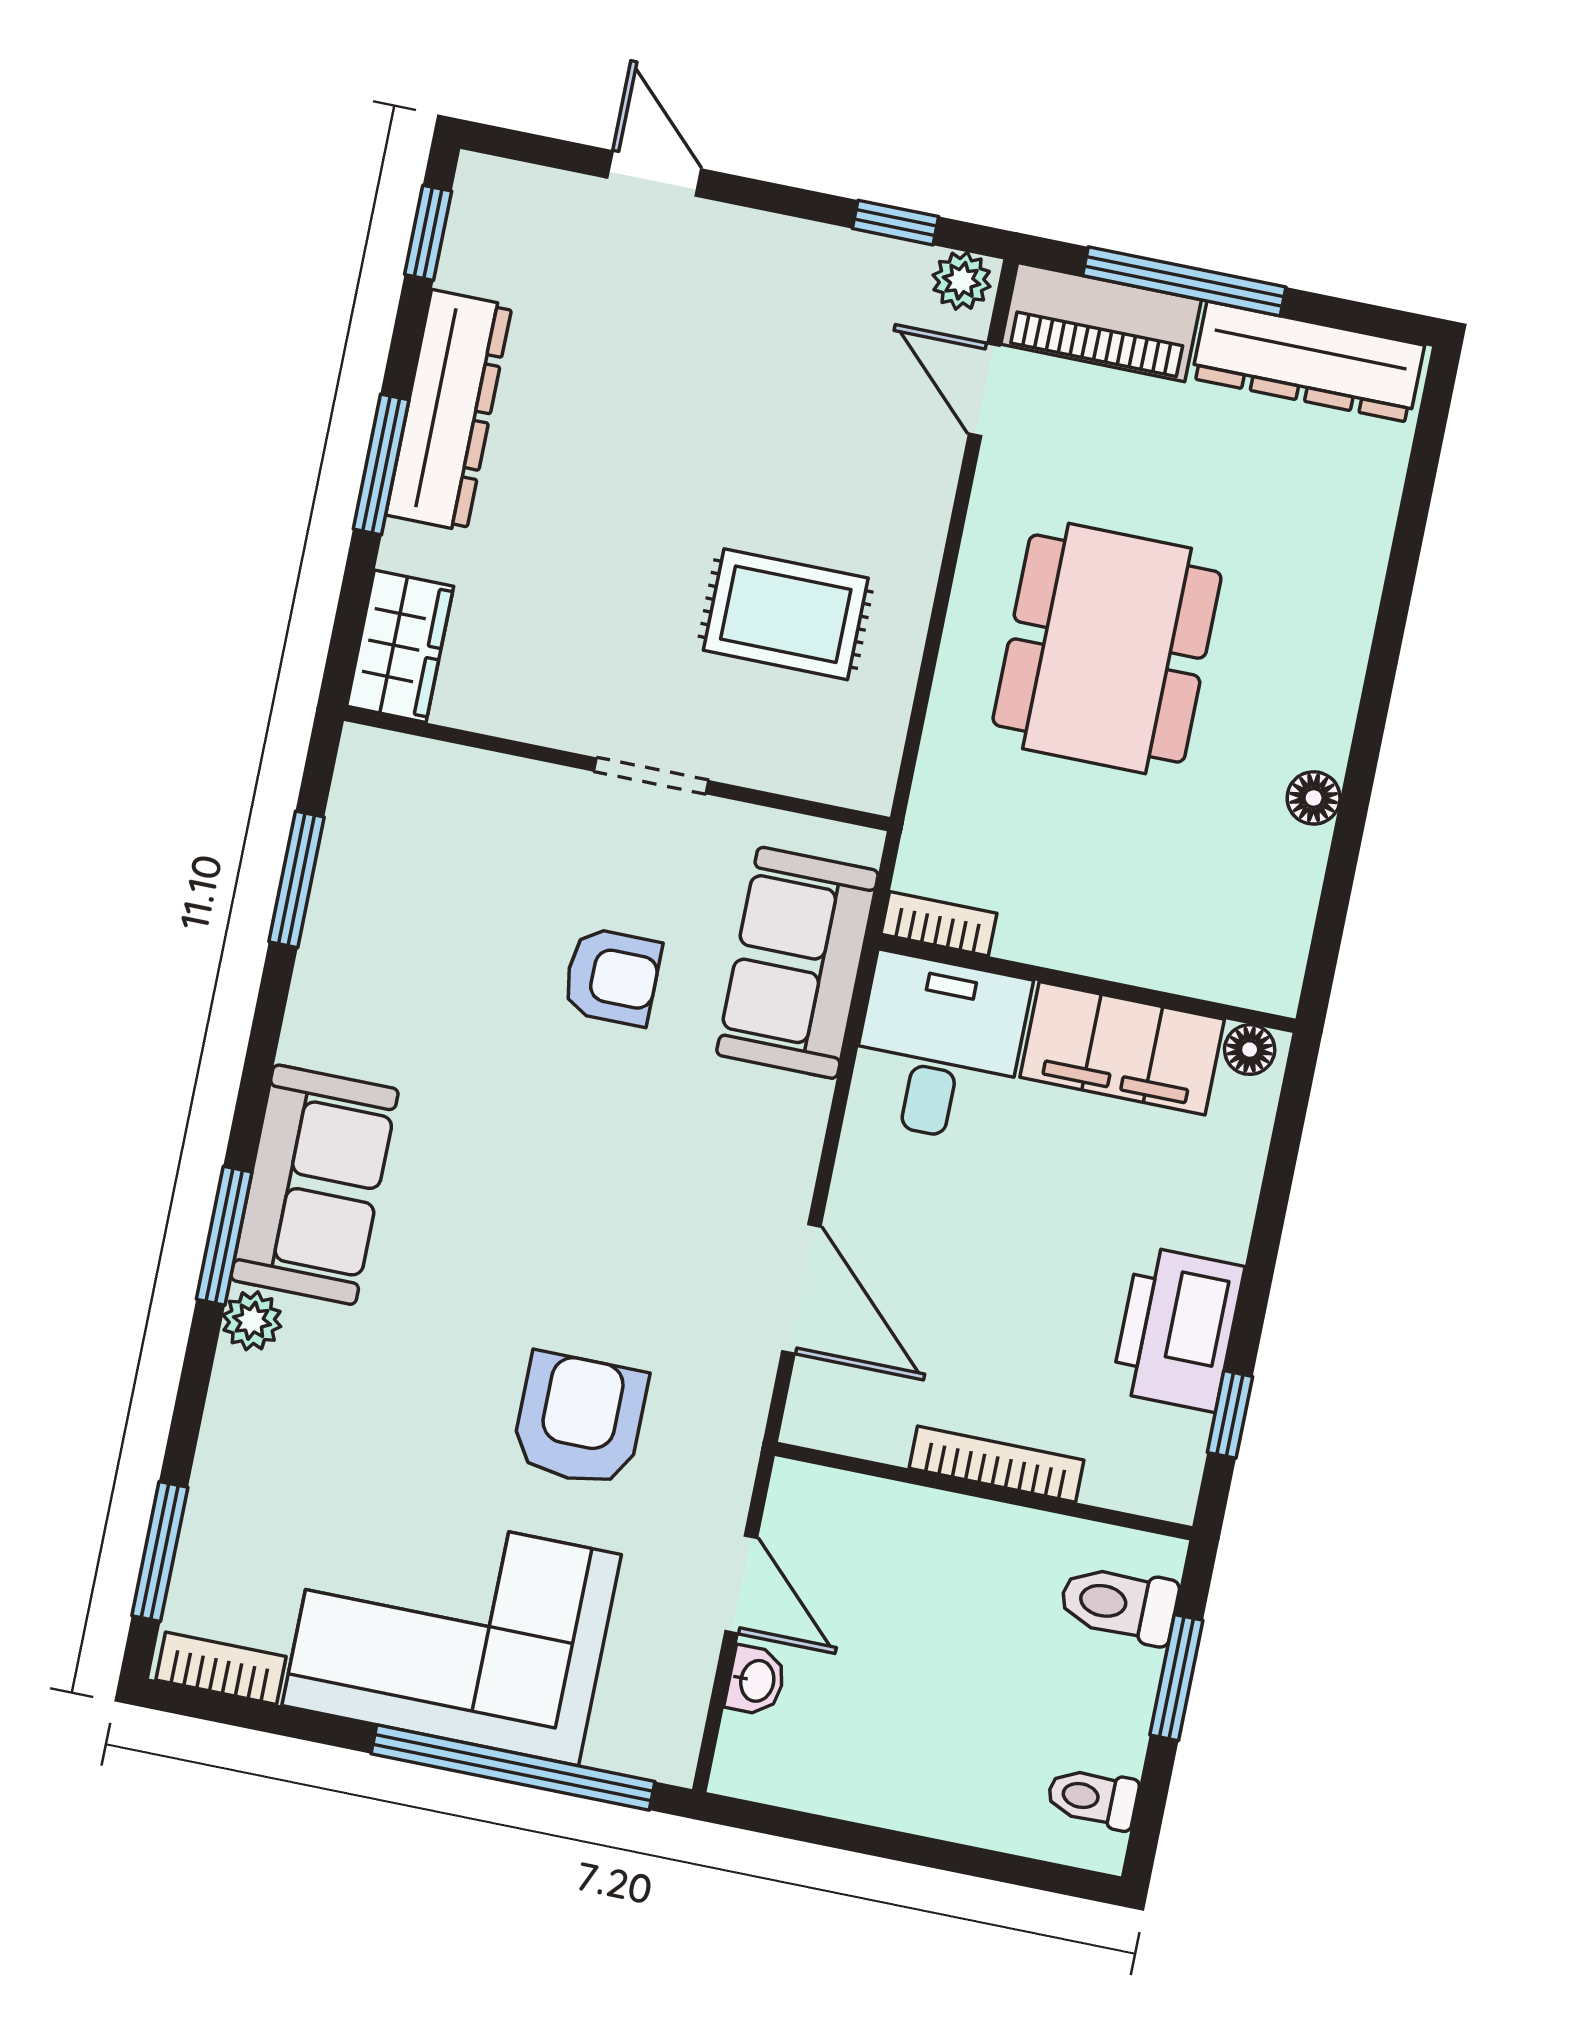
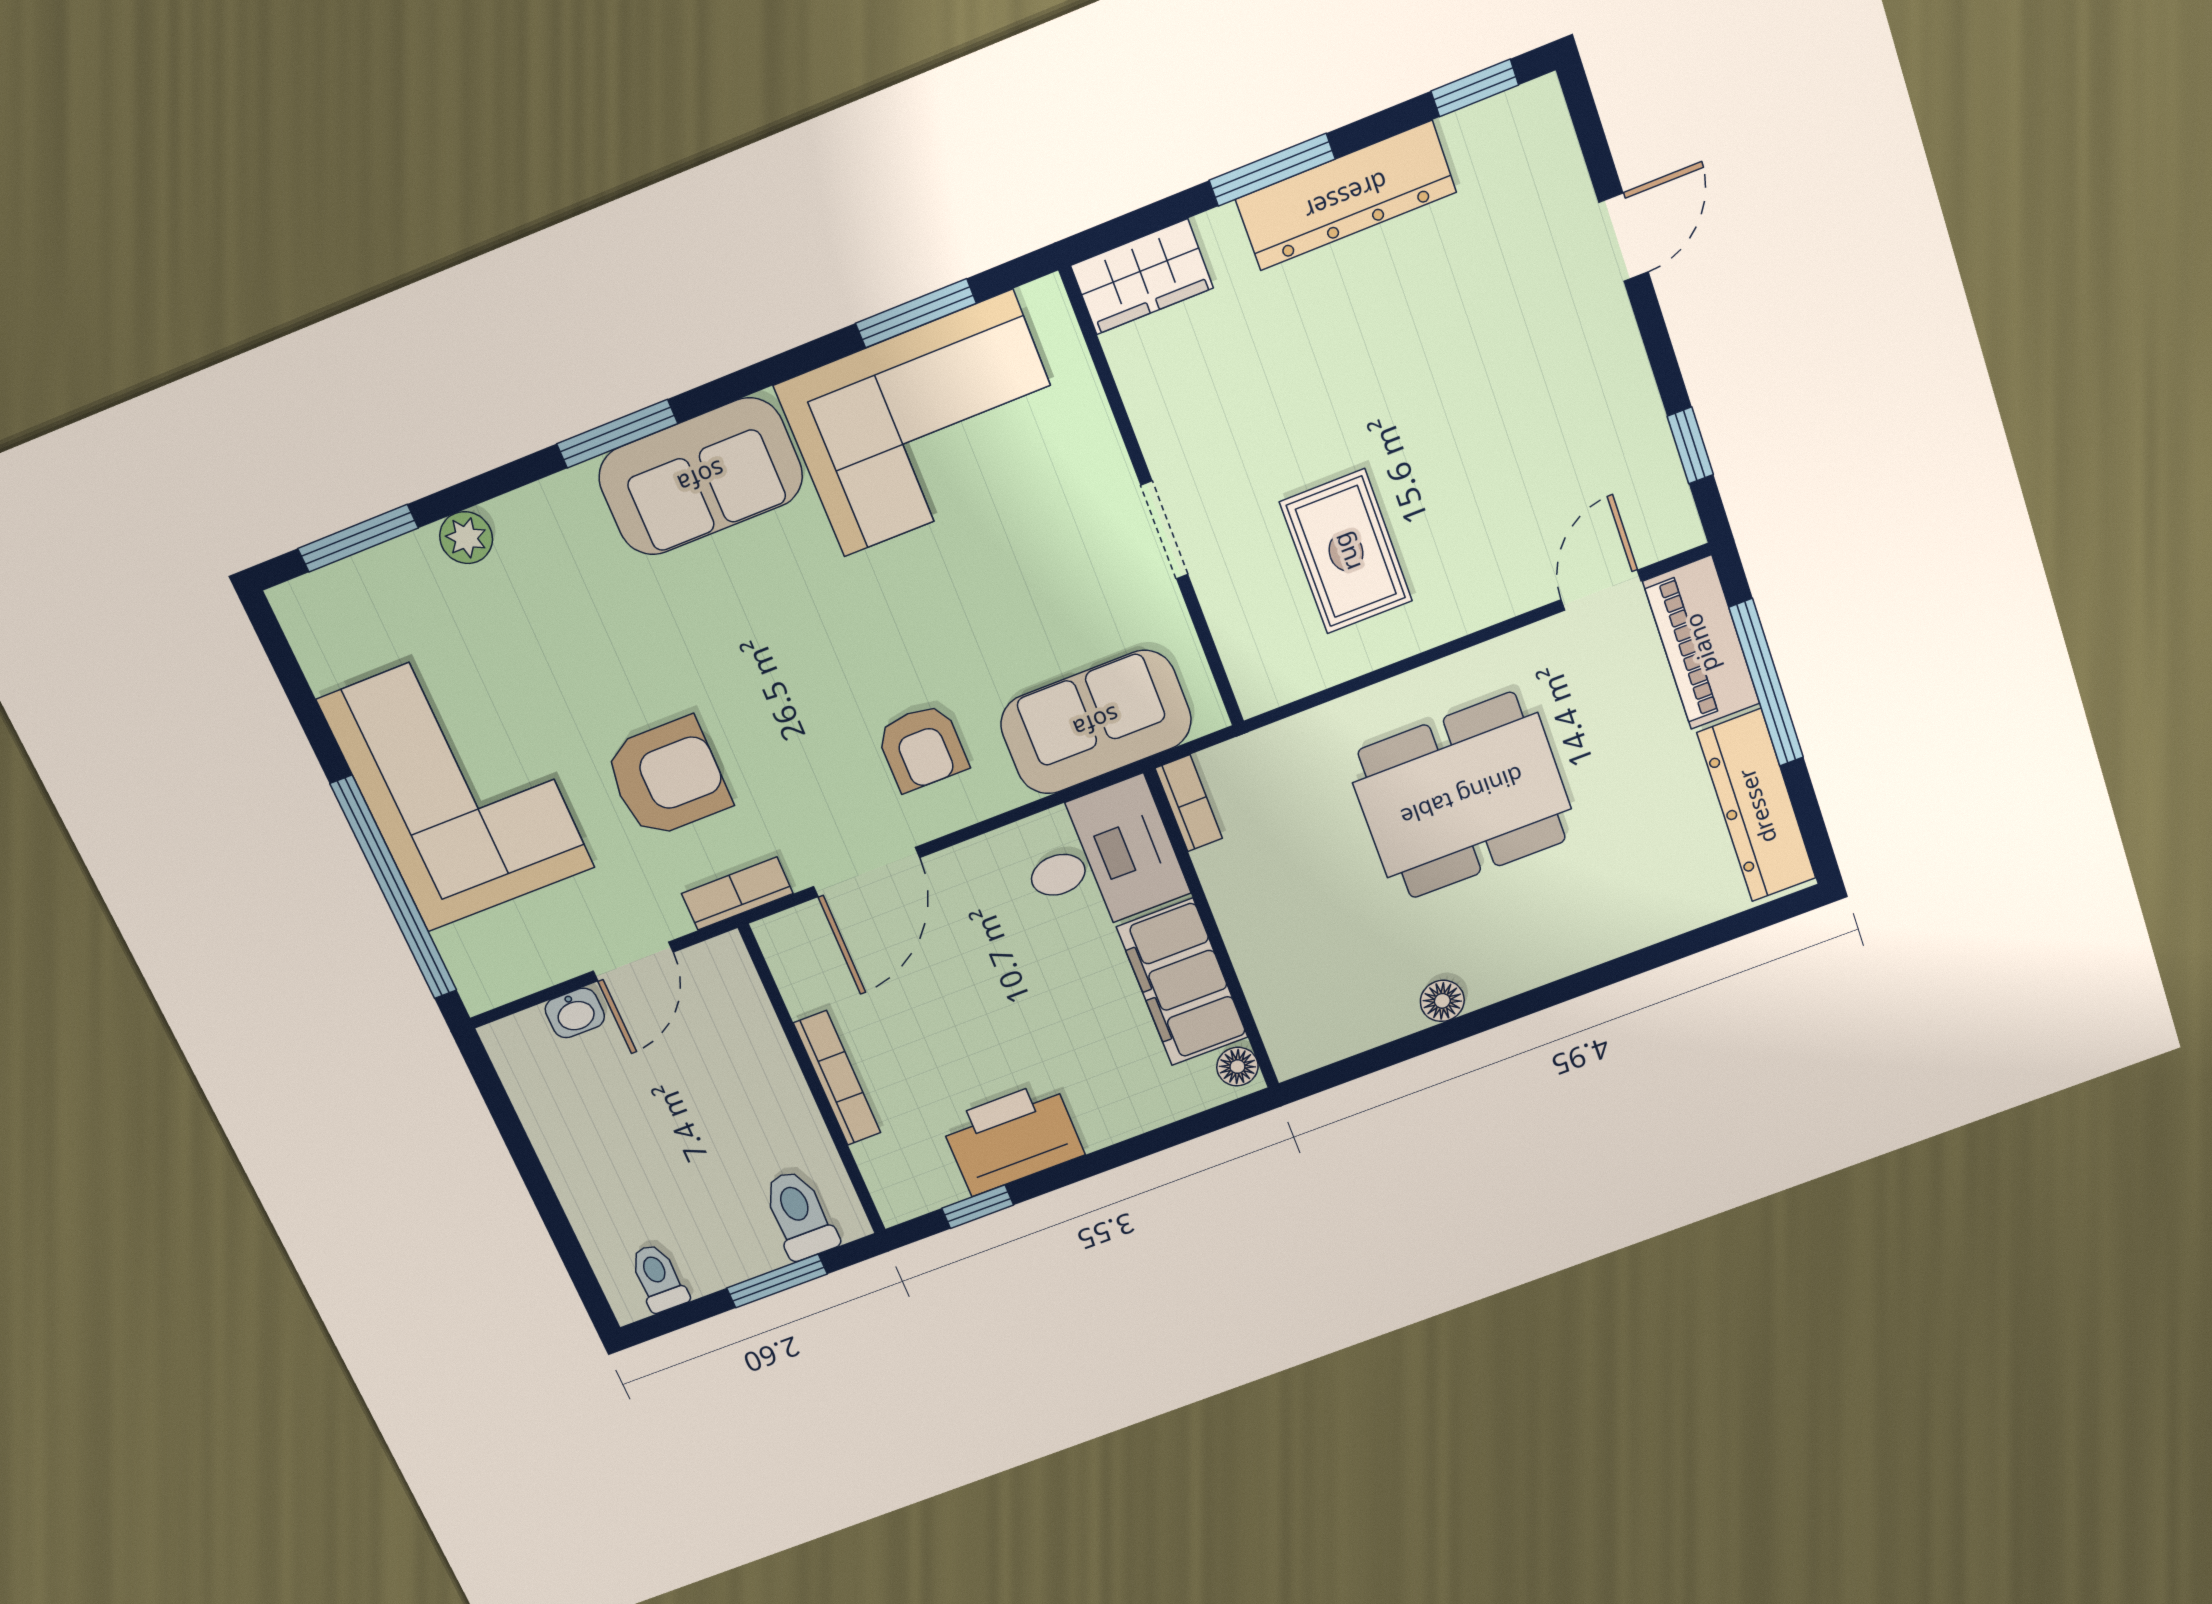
plant: (962, 281) -> (1674, 522), removed
corner sofa: (405, 937) -> (928, 424), added
armchair: (612, 977) -> (922, 748), moved
plant: (252, 1321) -> (466, 538), moved
bookcase: (221, 1668) -> (737, 894), moved, turned -90

